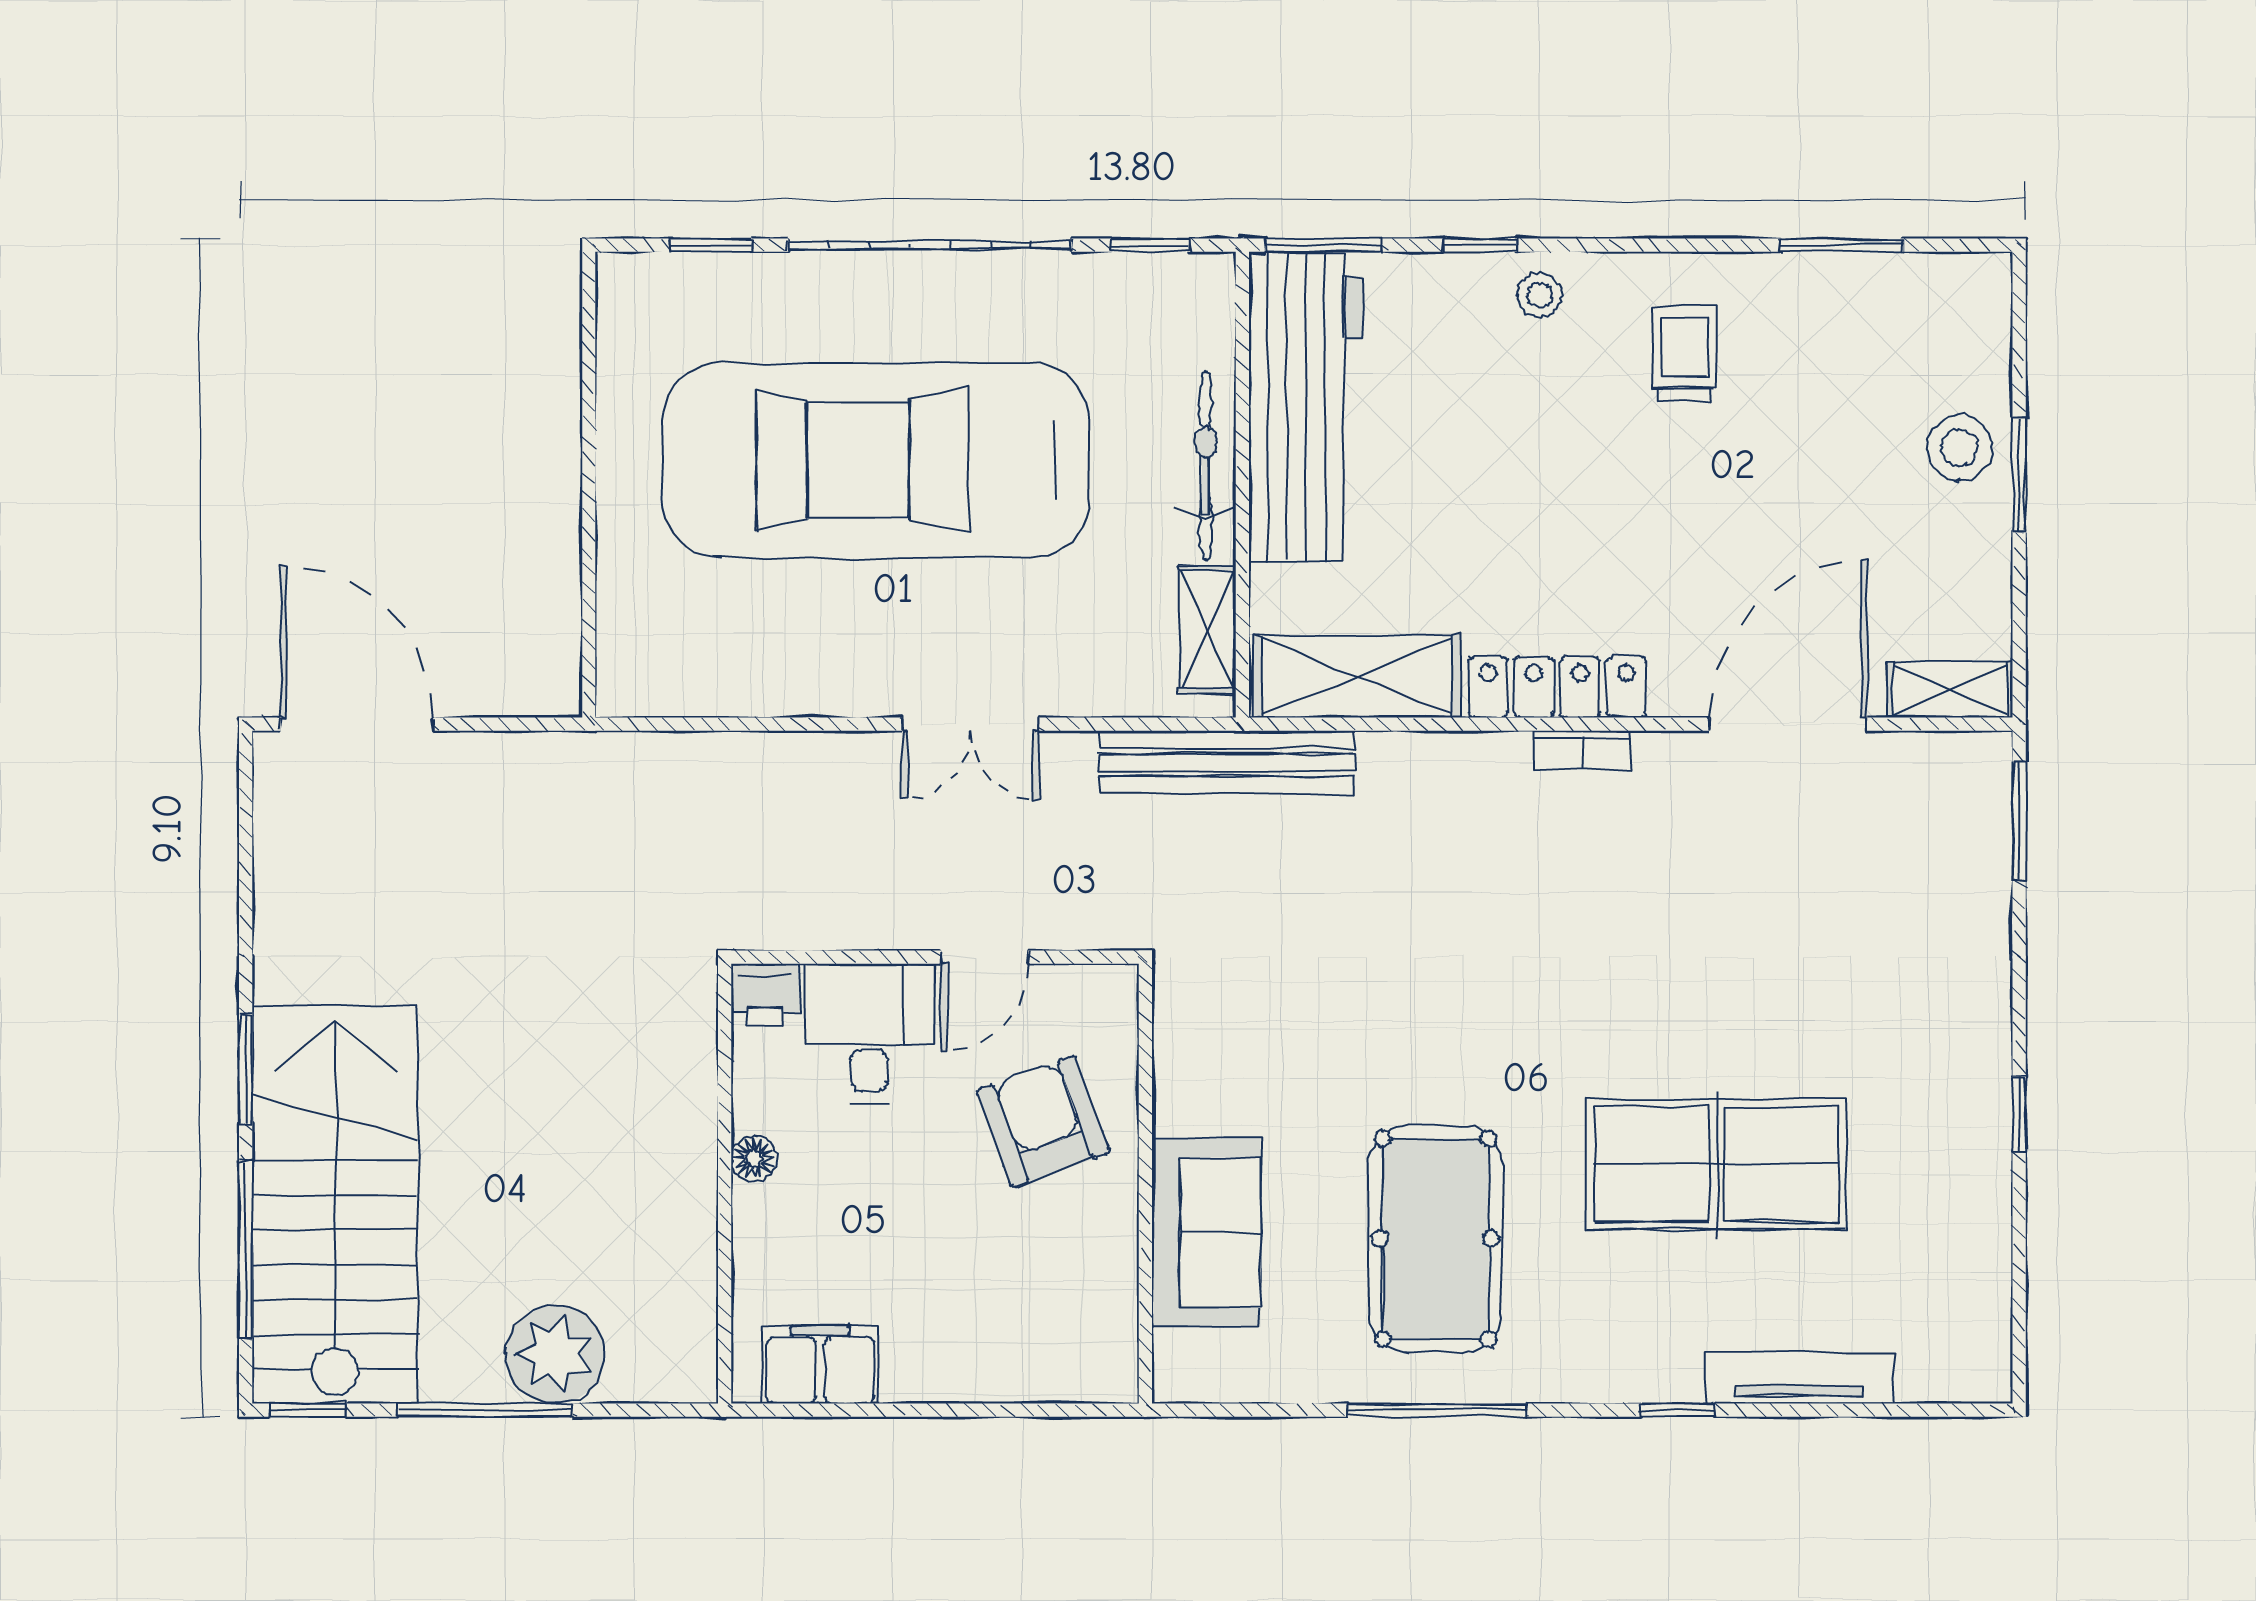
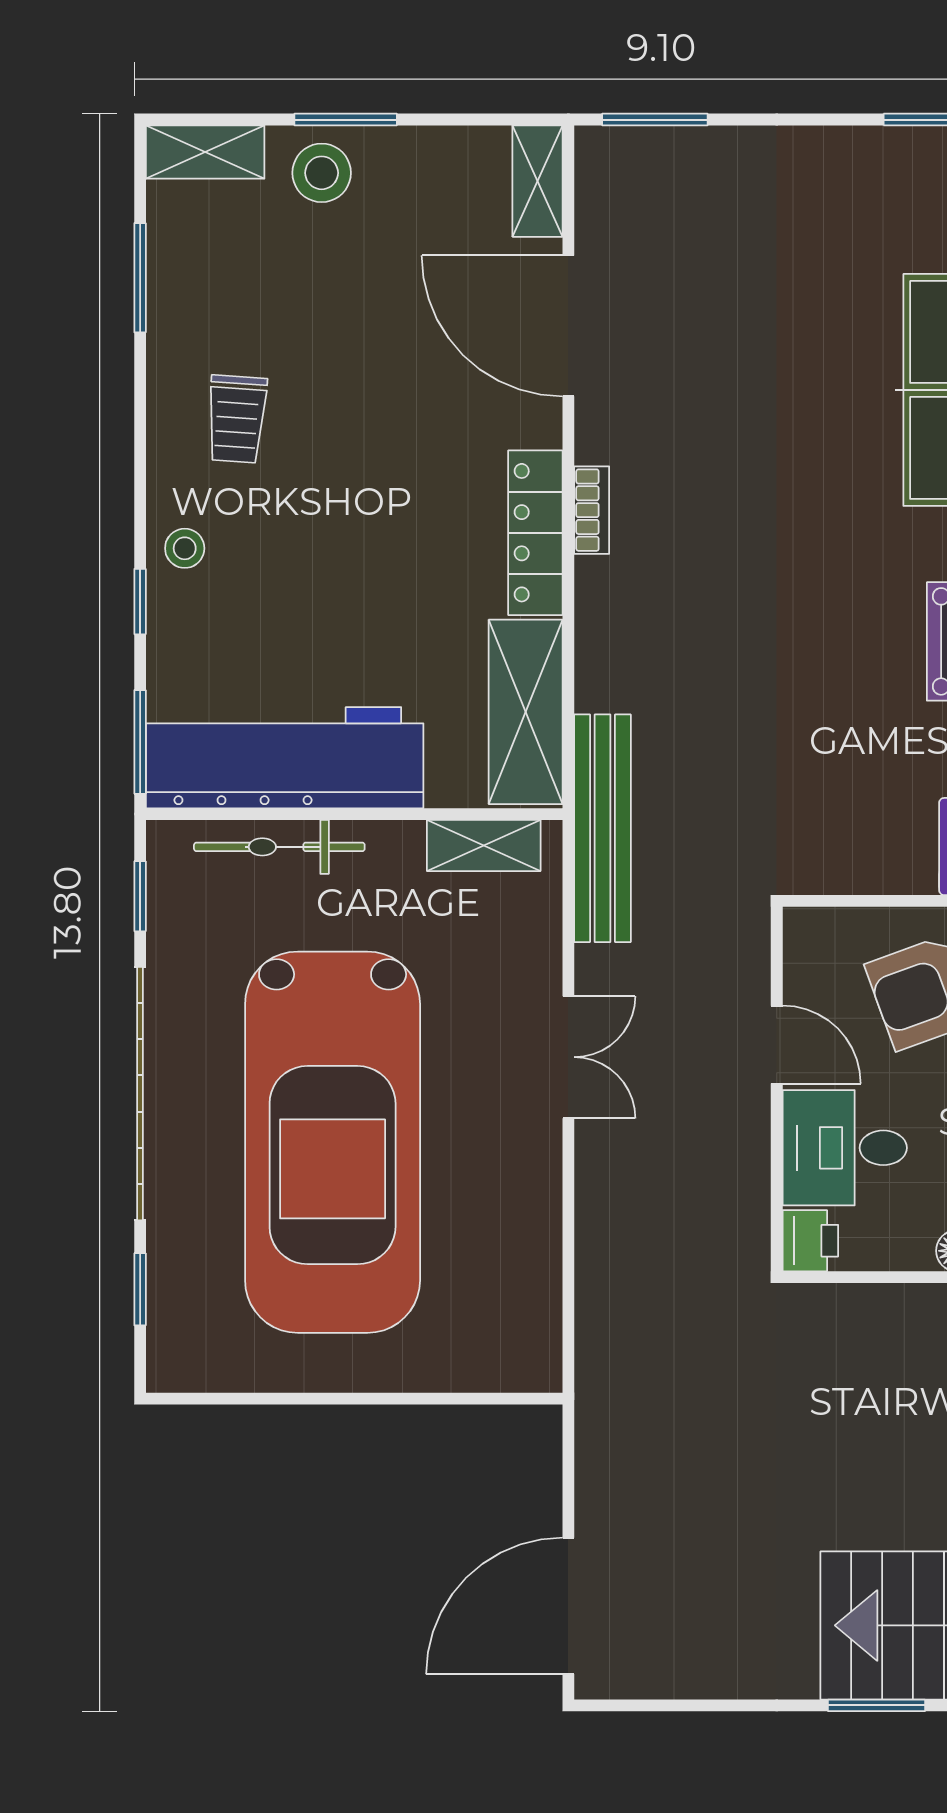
shelving: (1983, 318) -> (205, 152), added
trolley: (1684, 353) -> (237, 419), turned -86
bicycle: (1206, 465) -> (279, 847), moved

